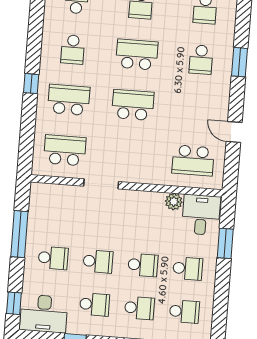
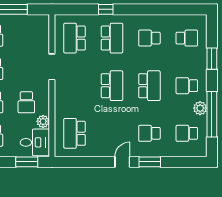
window: (31, 84) -> (106, 9), moved
door: (234, 132) -> (122, 162), moved
school desk: (65, 150) -> (75, 38), turned 180
school desk: (146, 222) -> (26, 102), added
window: (225, 243) -> (27, 162), moved

